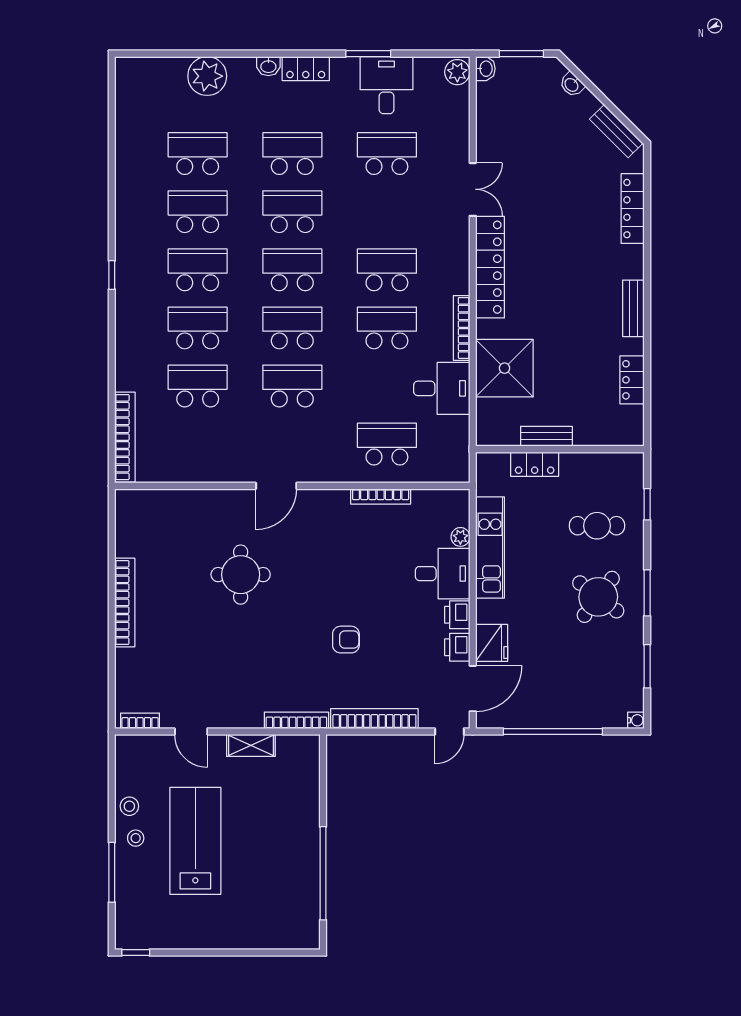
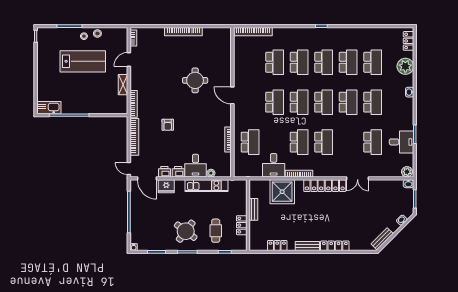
locker: (306, 69) -> (408, 41), moved
locker: (633, 209) -> (335, 246), moved
locker: (535, 464) -> (242, 225), moved
kitchen sink: (305, 921) -> (49, 108), added

